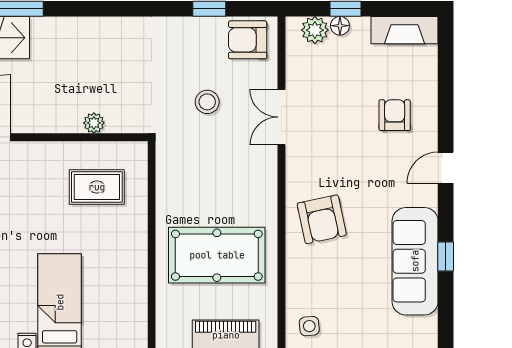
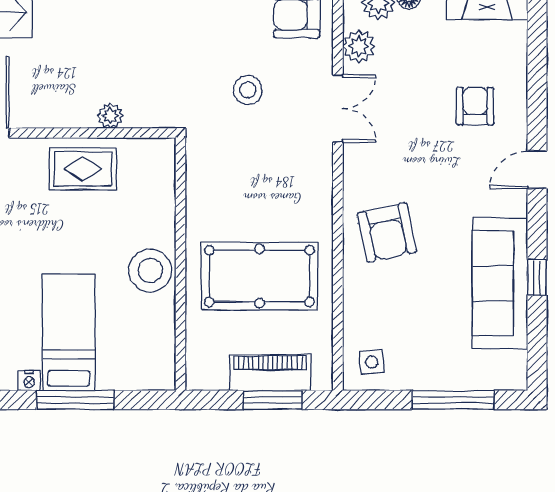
plant: (299, 66) -> (359, 46), added
double door: (281, 117) -> (338, 108), swing flipped
rug: (97, 187) -> (83, 169), moved
stool: (127, 251) -> (150, 271), added

